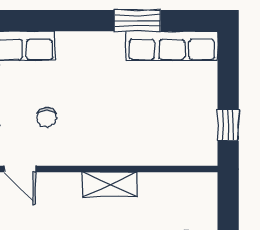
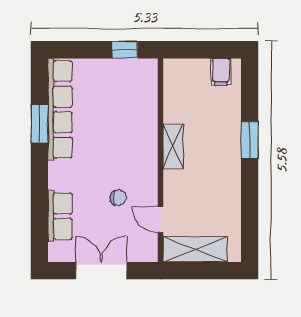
row of seats: (172, 46) -> (60, 109), width x1.36
door: (20, 169) -> (161, 220), swing flipped

